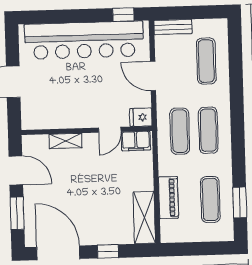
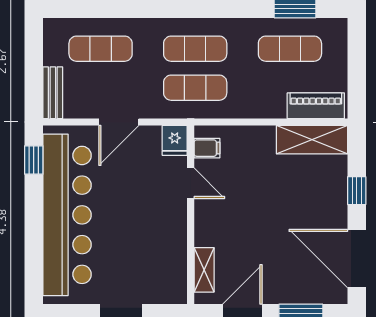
shelving: (65, 141) -> (204, 270), moved
filing cabinet: (136, 141) -> (207, 148), width x0.50
piano: (168, 198) -> (316, 106), moved
door: (58, 253) -> (357, 259), hinge flipped

